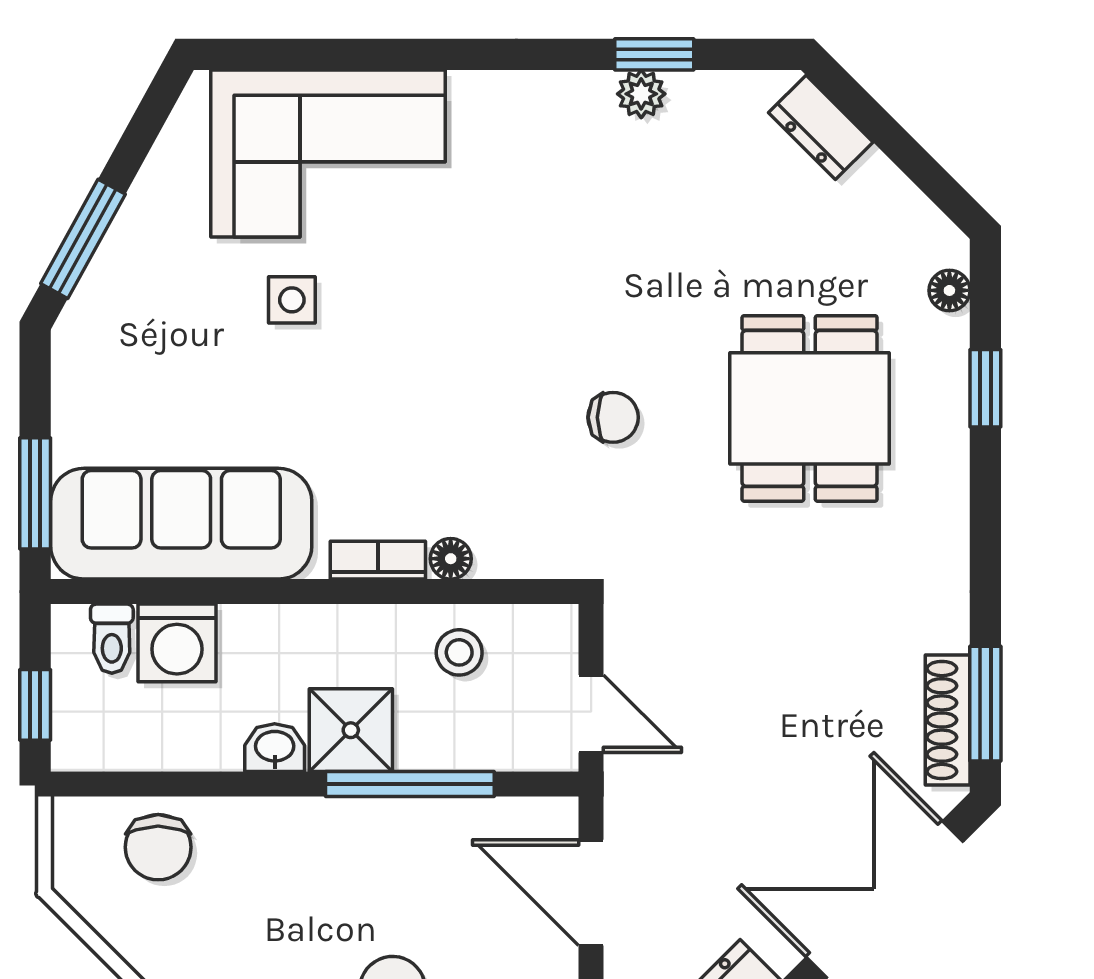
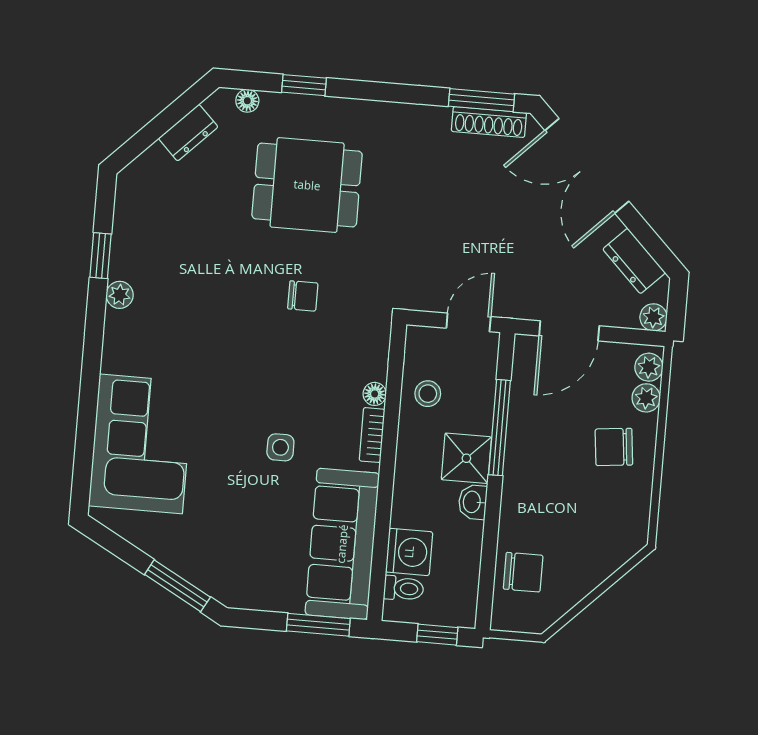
plant: (641, 94) -> (120, 295), moved
dresser: (821, 127) -> (188, 133), moved
side table: (292, 300) -> (280, 447), moved
chair: (613, 417) -> (303, 296), turned 90

